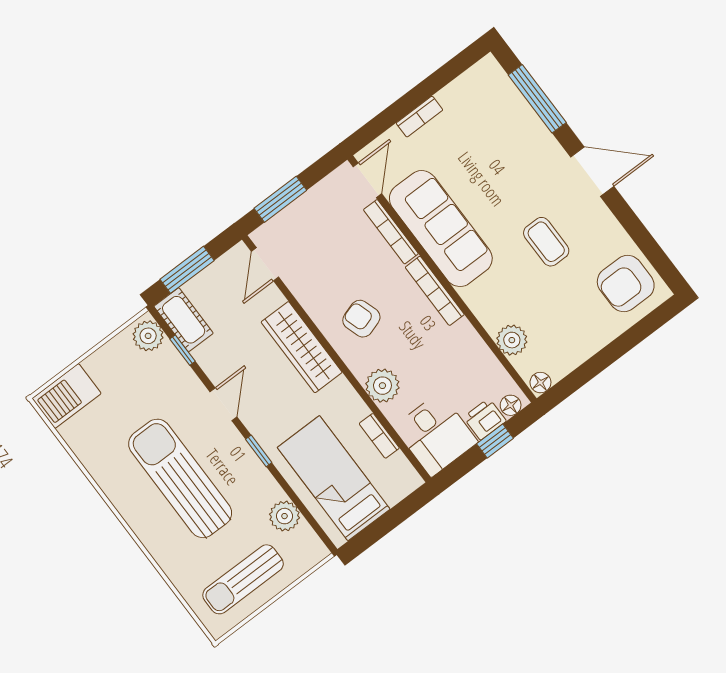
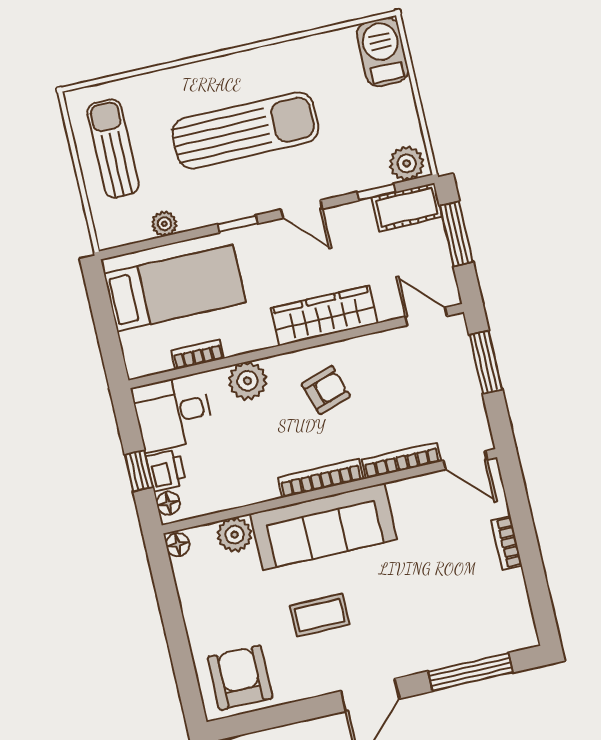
sofa: (441, 229) -> (323, 527), moved
plant: (284, 516) -> (164, 224), width x0.73, depth x0.73

